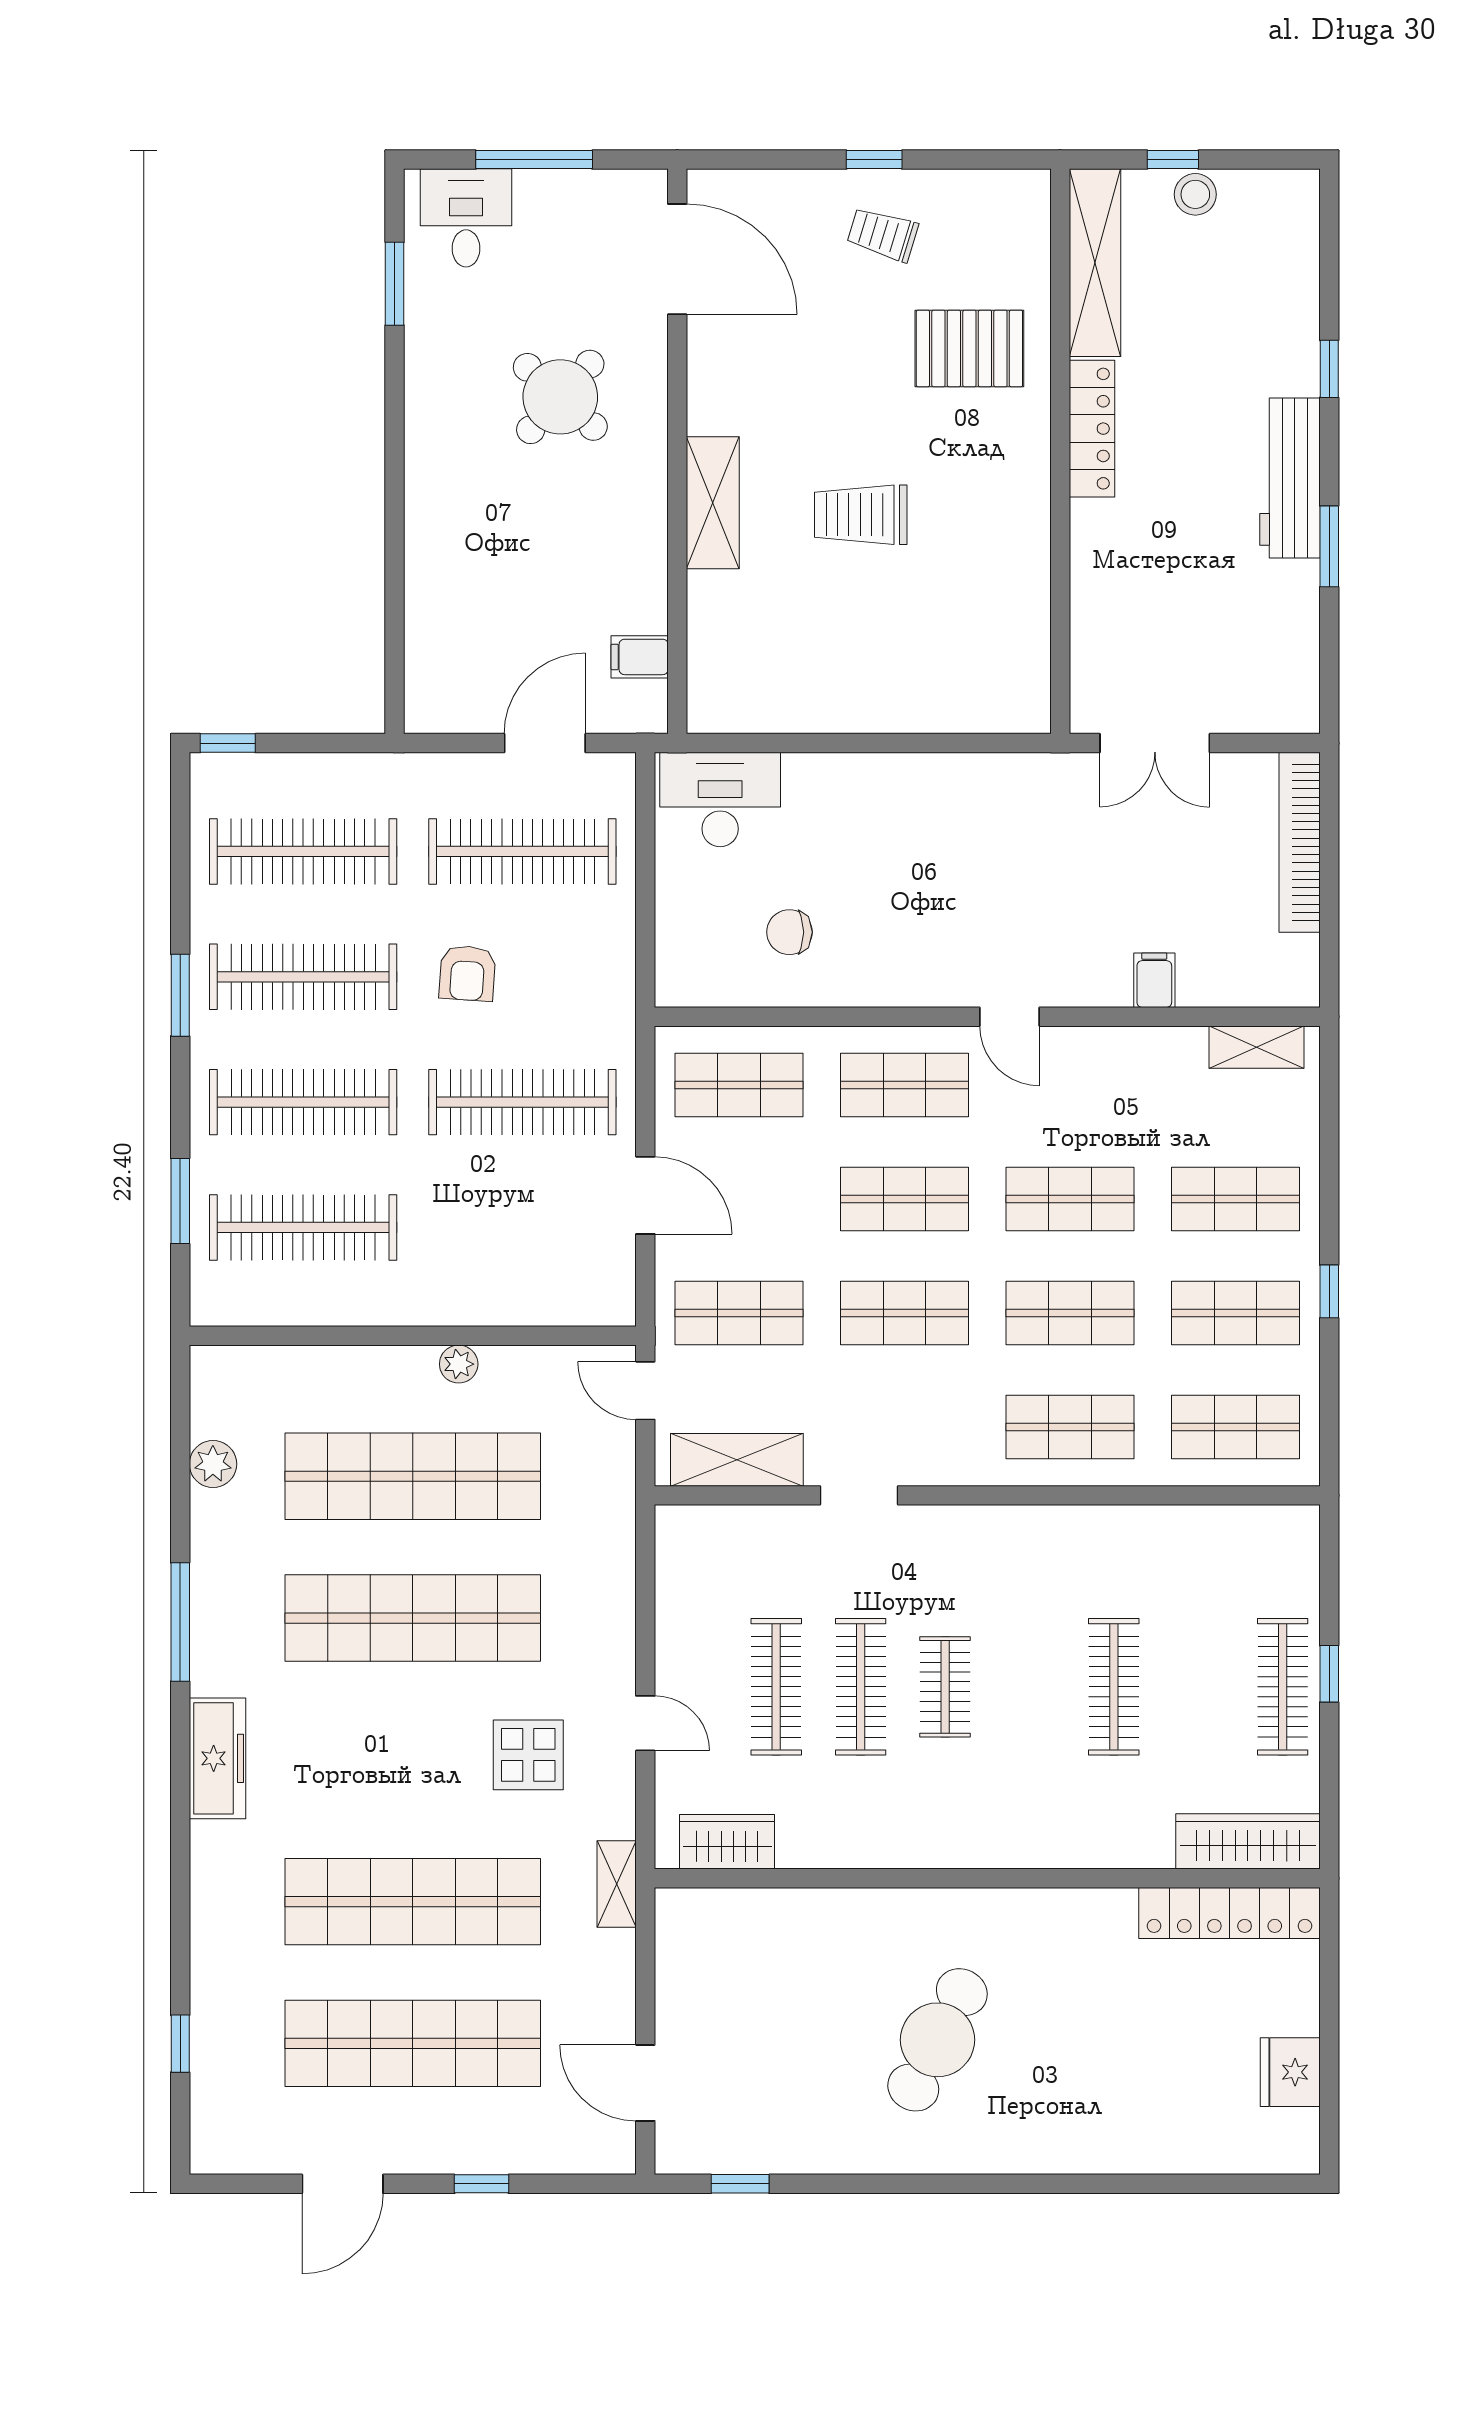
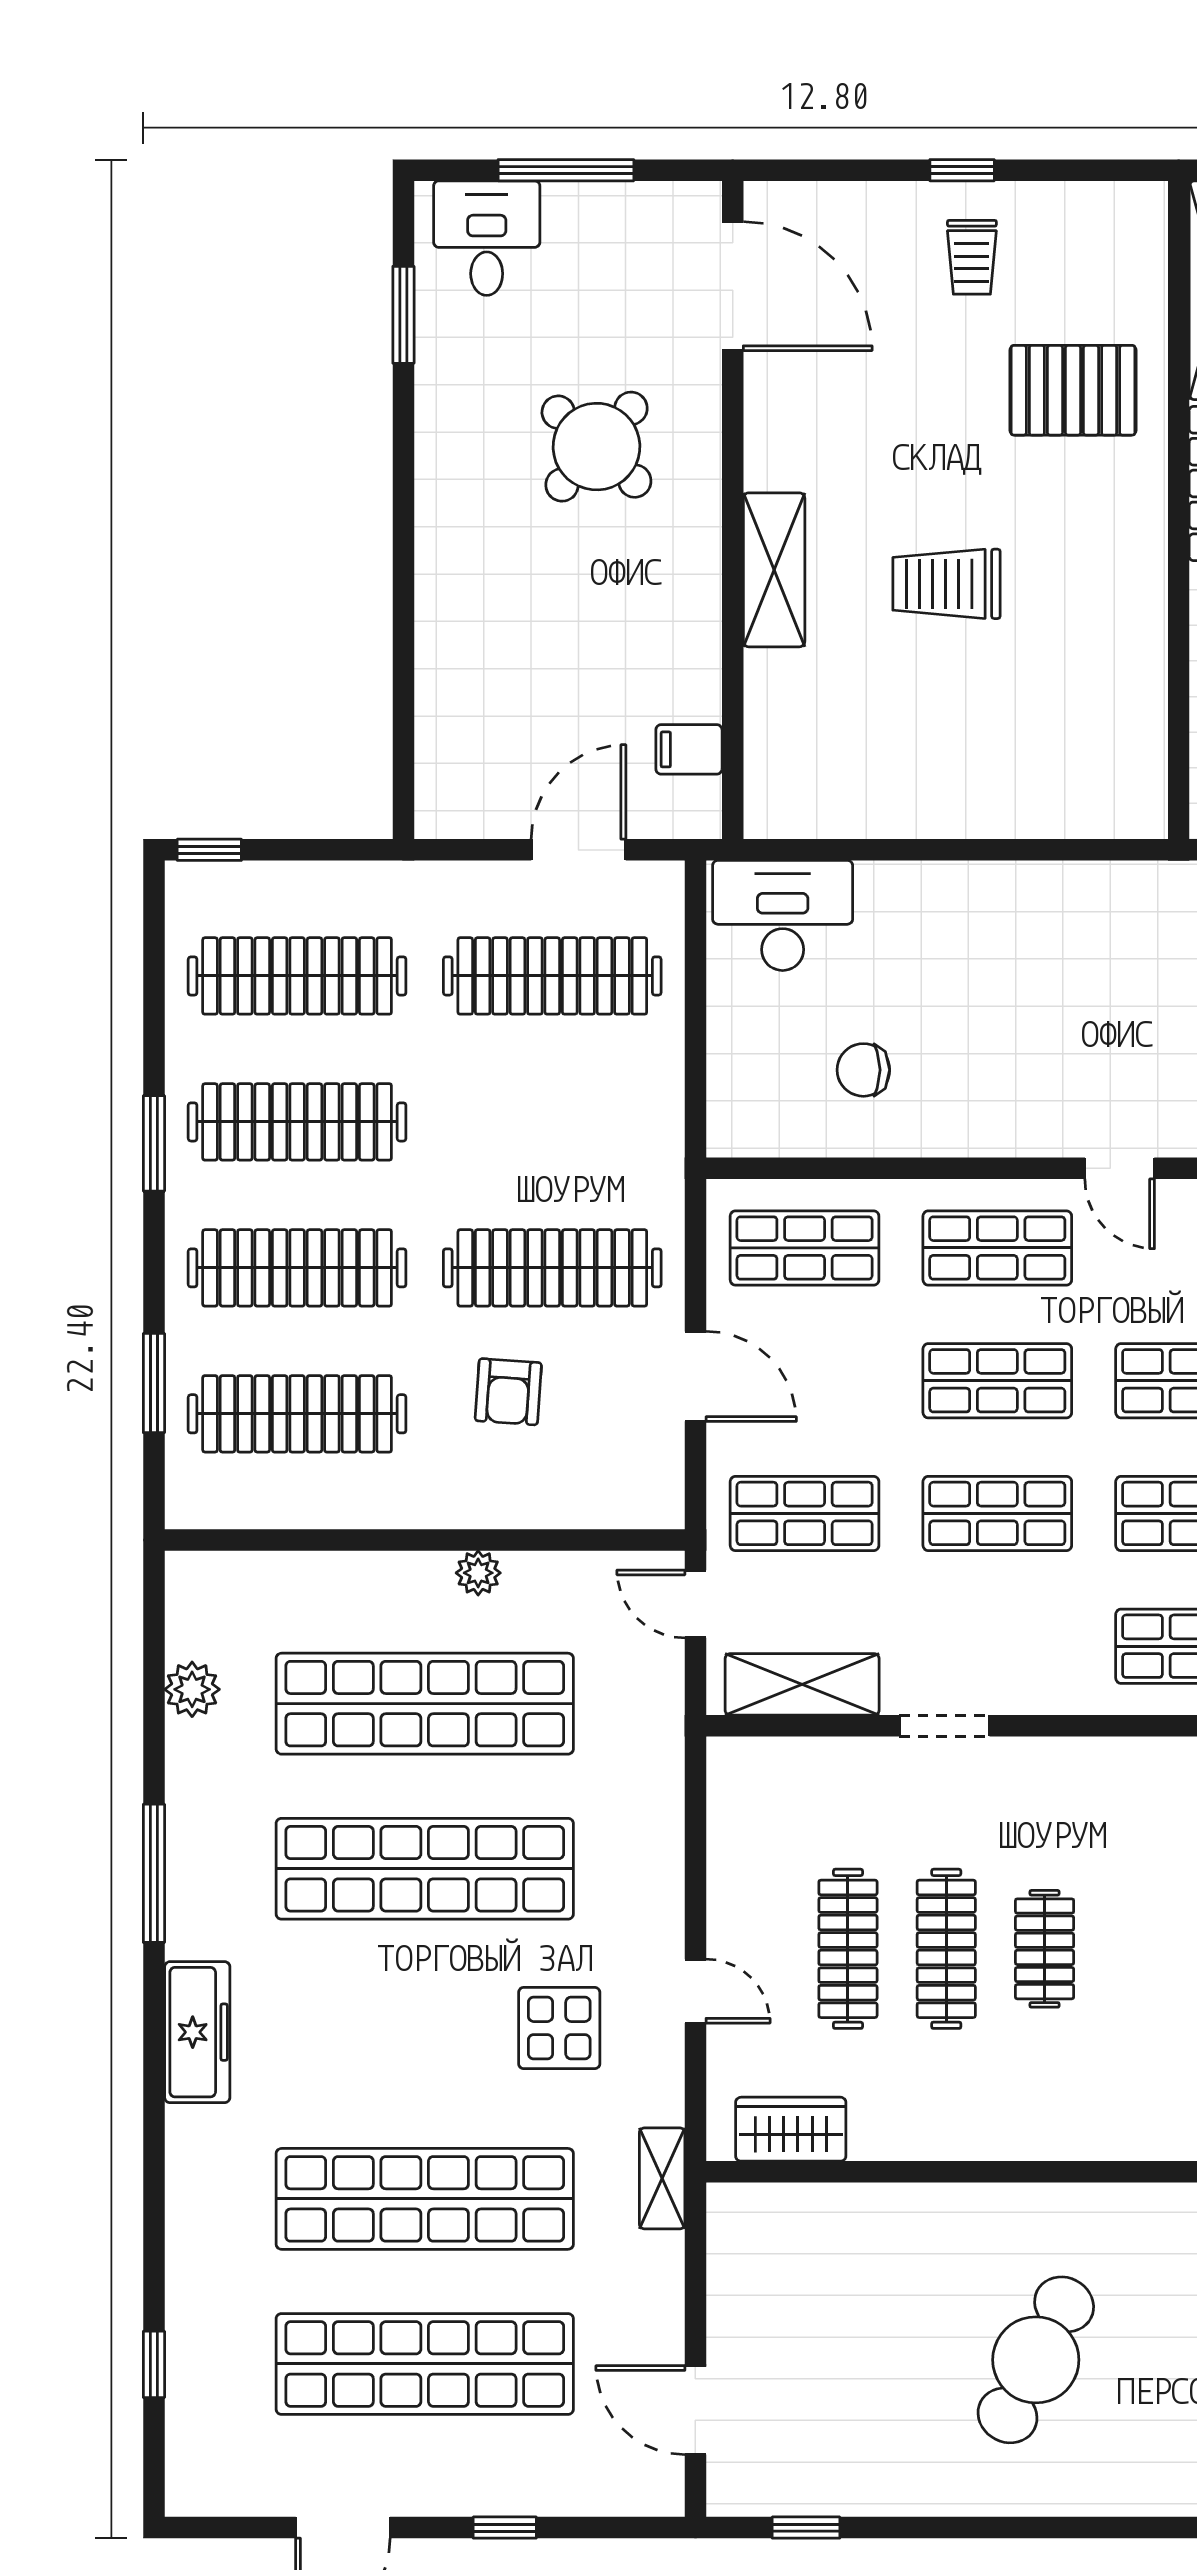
trolley: (883, 234) -> (972, 257), turned -107
armchair: (467, 973) -> (508, 1392), moved

